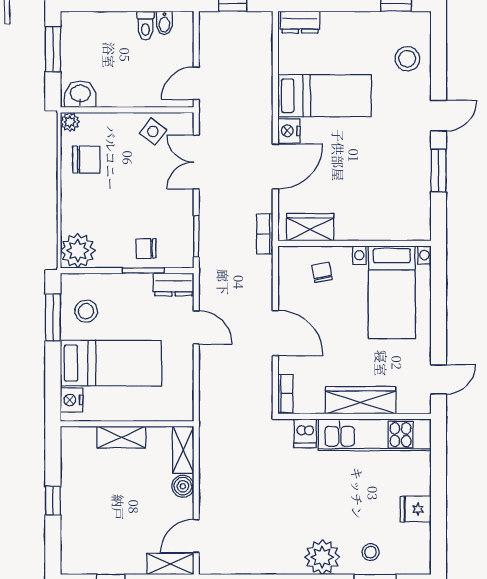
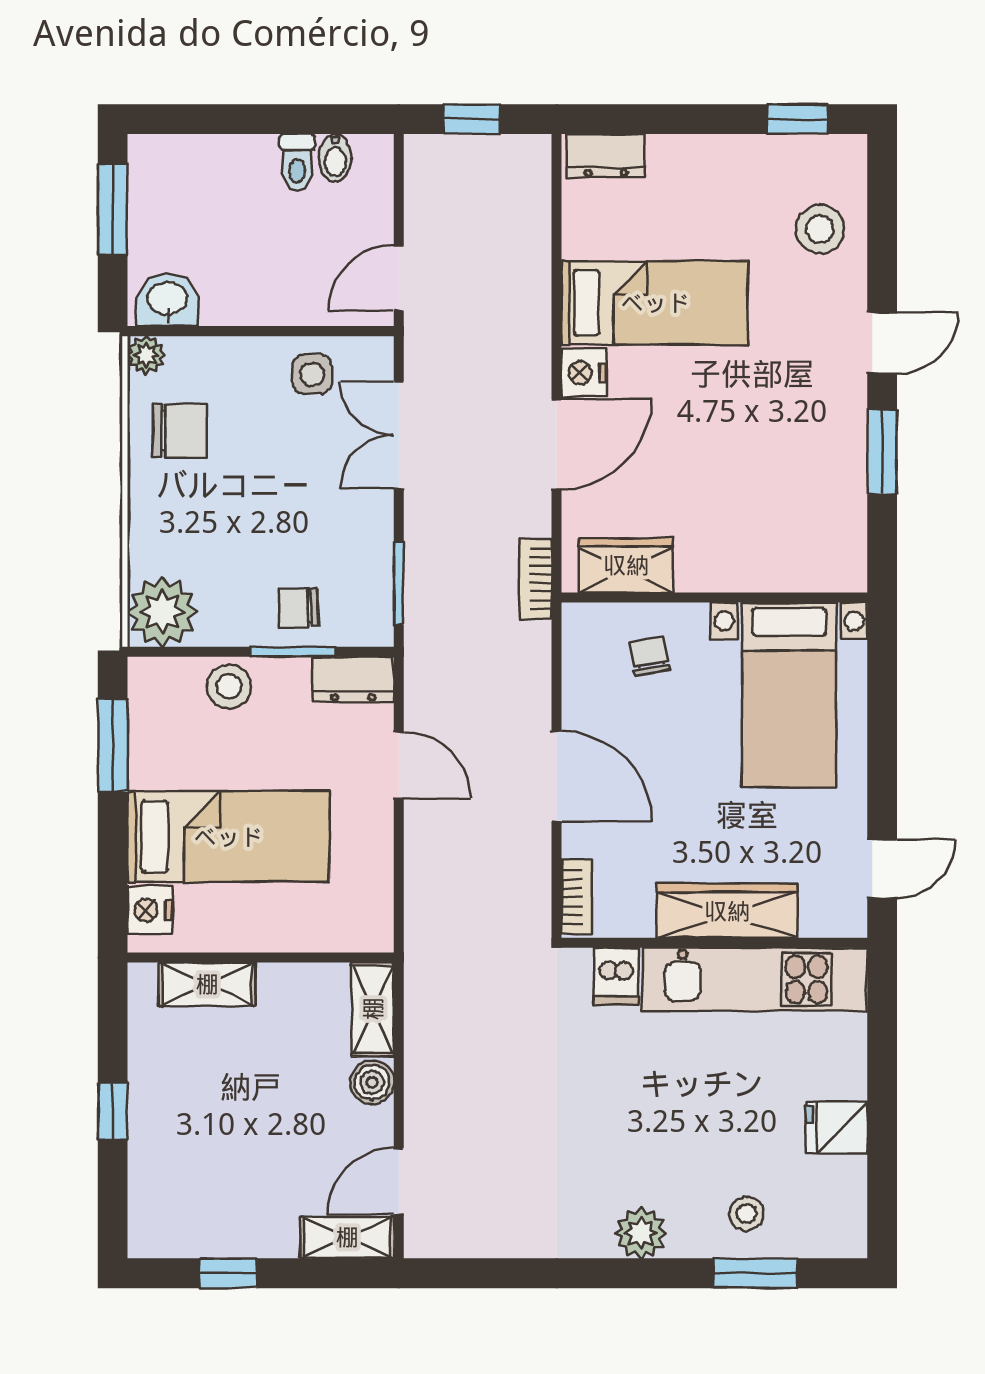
side table: (153, 132) -> (312, 374), turned -37
stool: (86, 311) -> (229, 686), moved
shelving: (121, 437) -> (207, 984), moved
plant: (322, 557) -> (641, 1233), width x0.73, depth x0.73

